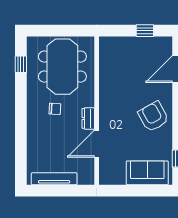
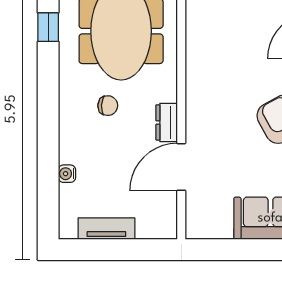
water cooler: (32, 148) -> (67, 174), added
tv unit: (54, 179) -> (106, 229), width x0.71

